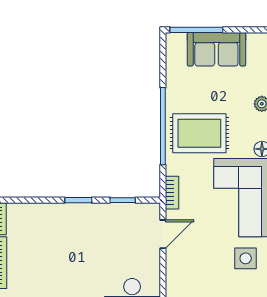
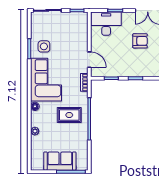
rug: (199, 133) -> (69, 115), width x0.73, depth x0.70
door: (163, 234) -> (89, 60), swing flipped
armchair: (70, 268) -> (140, 41), added

